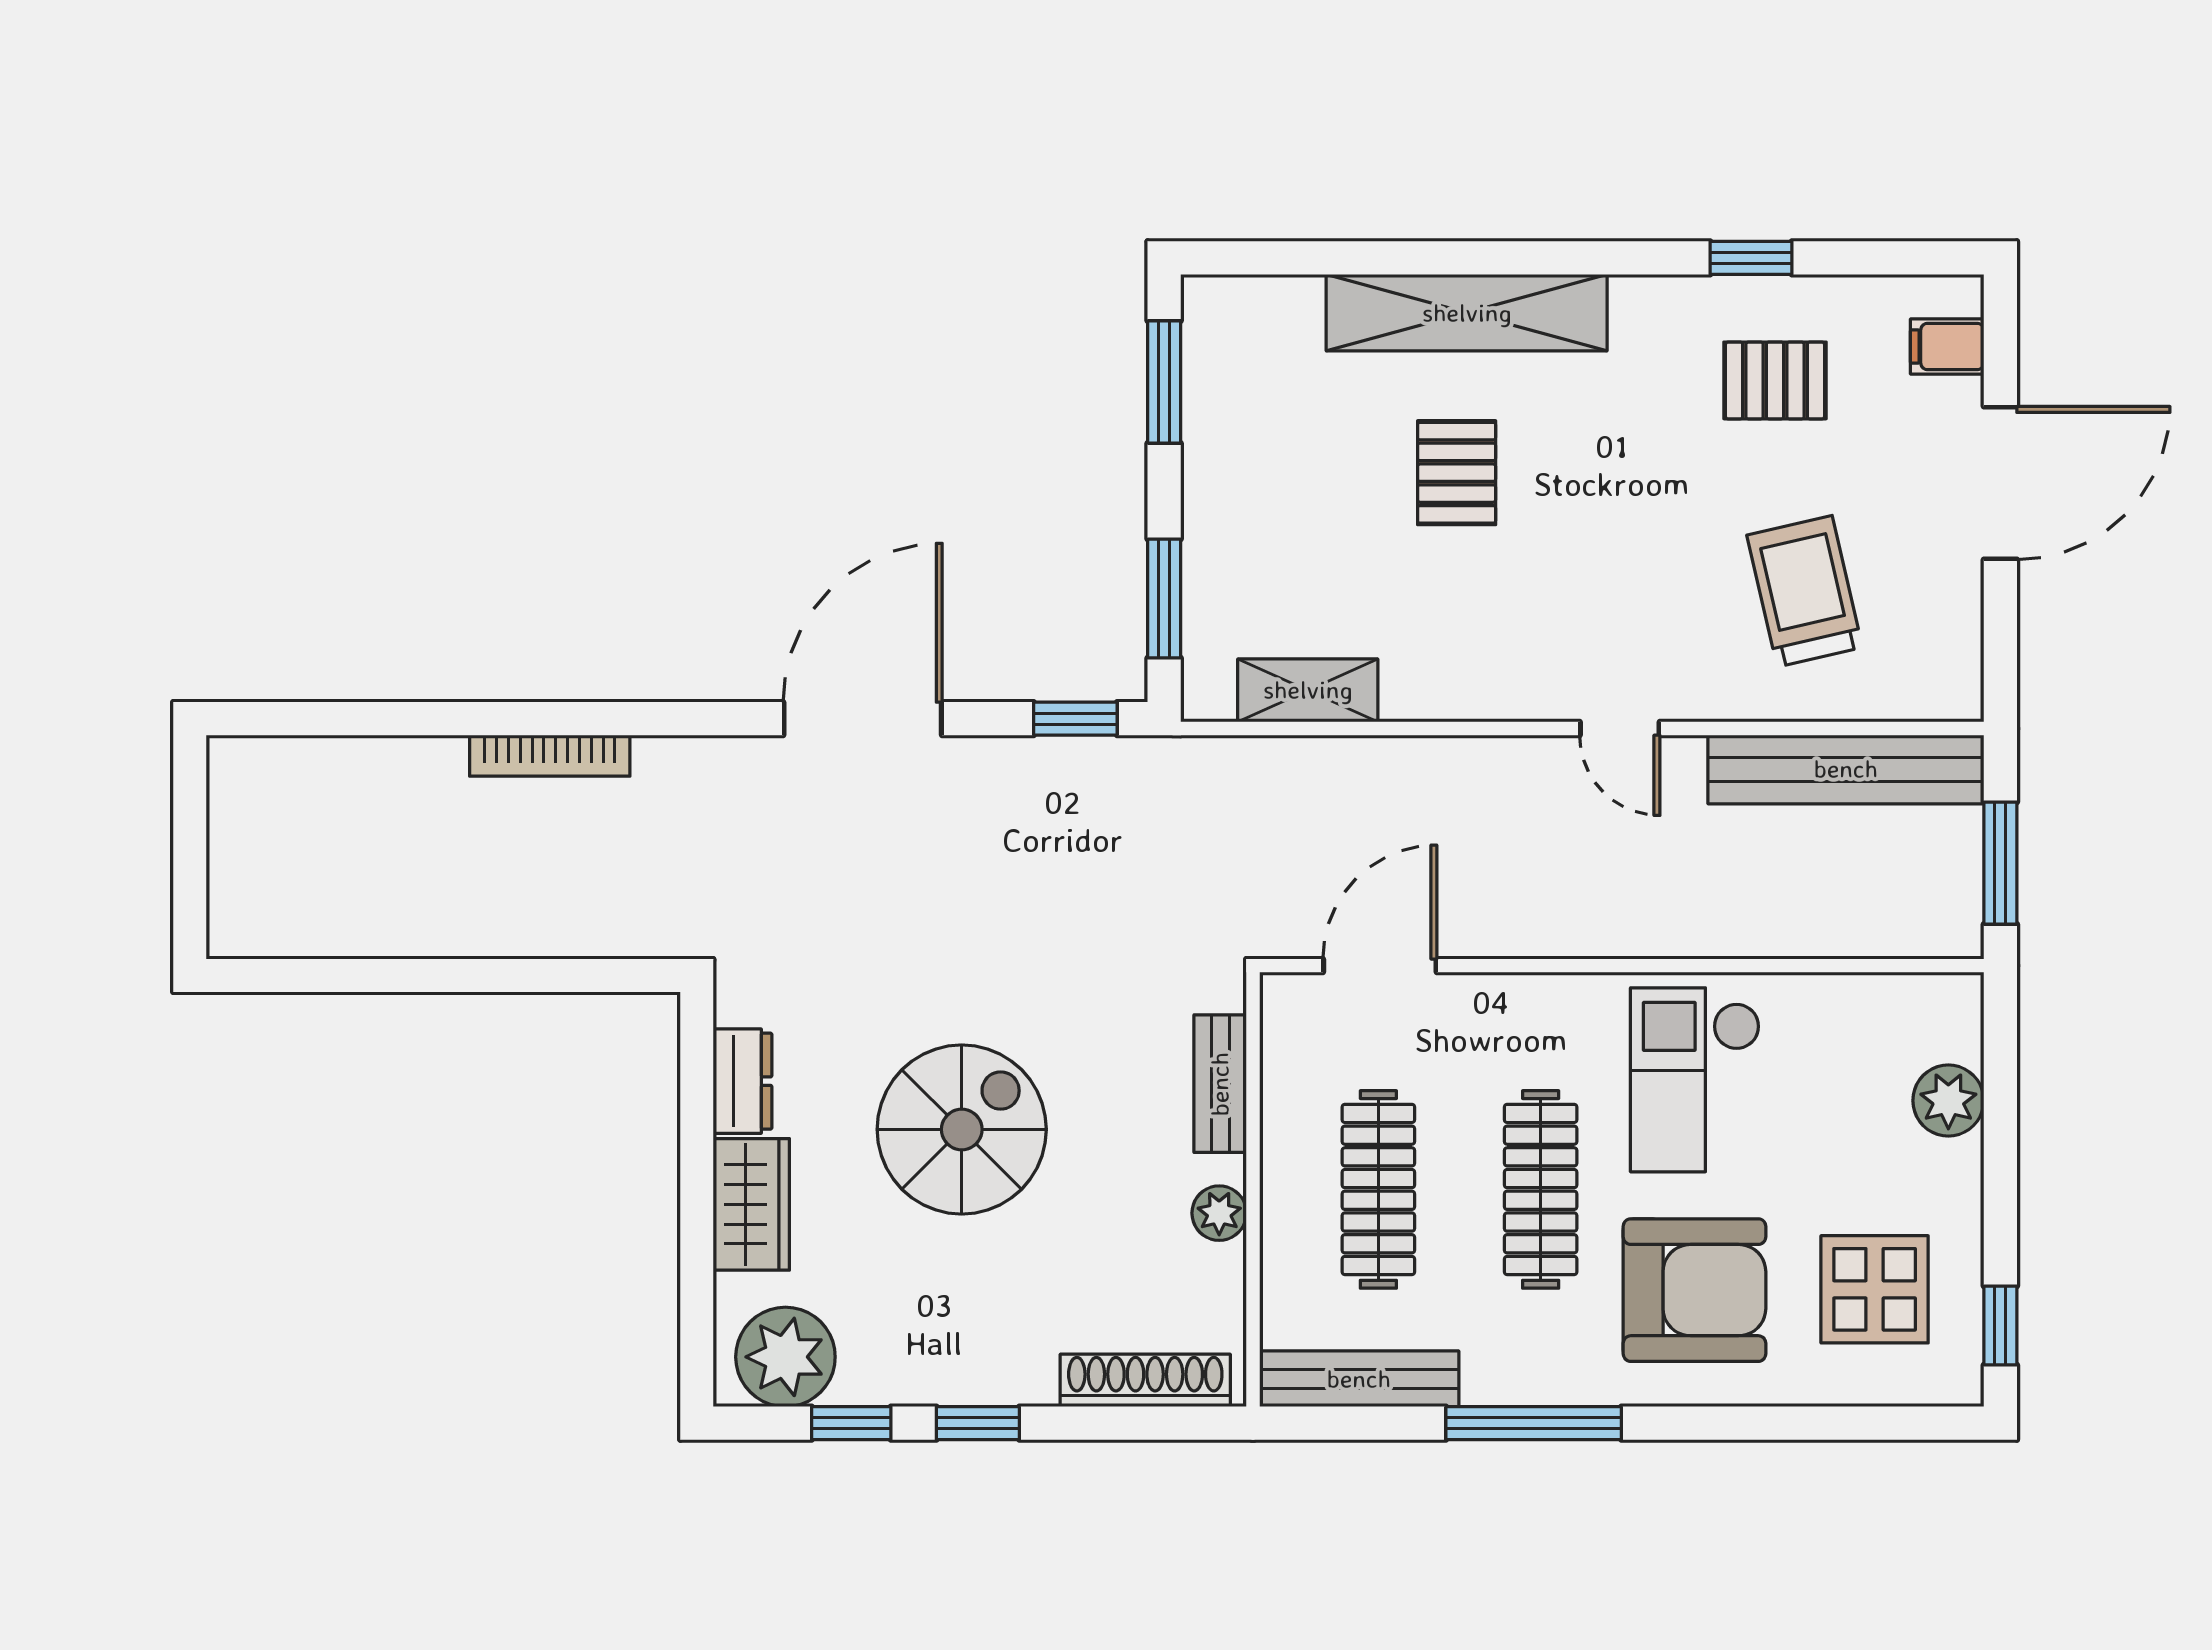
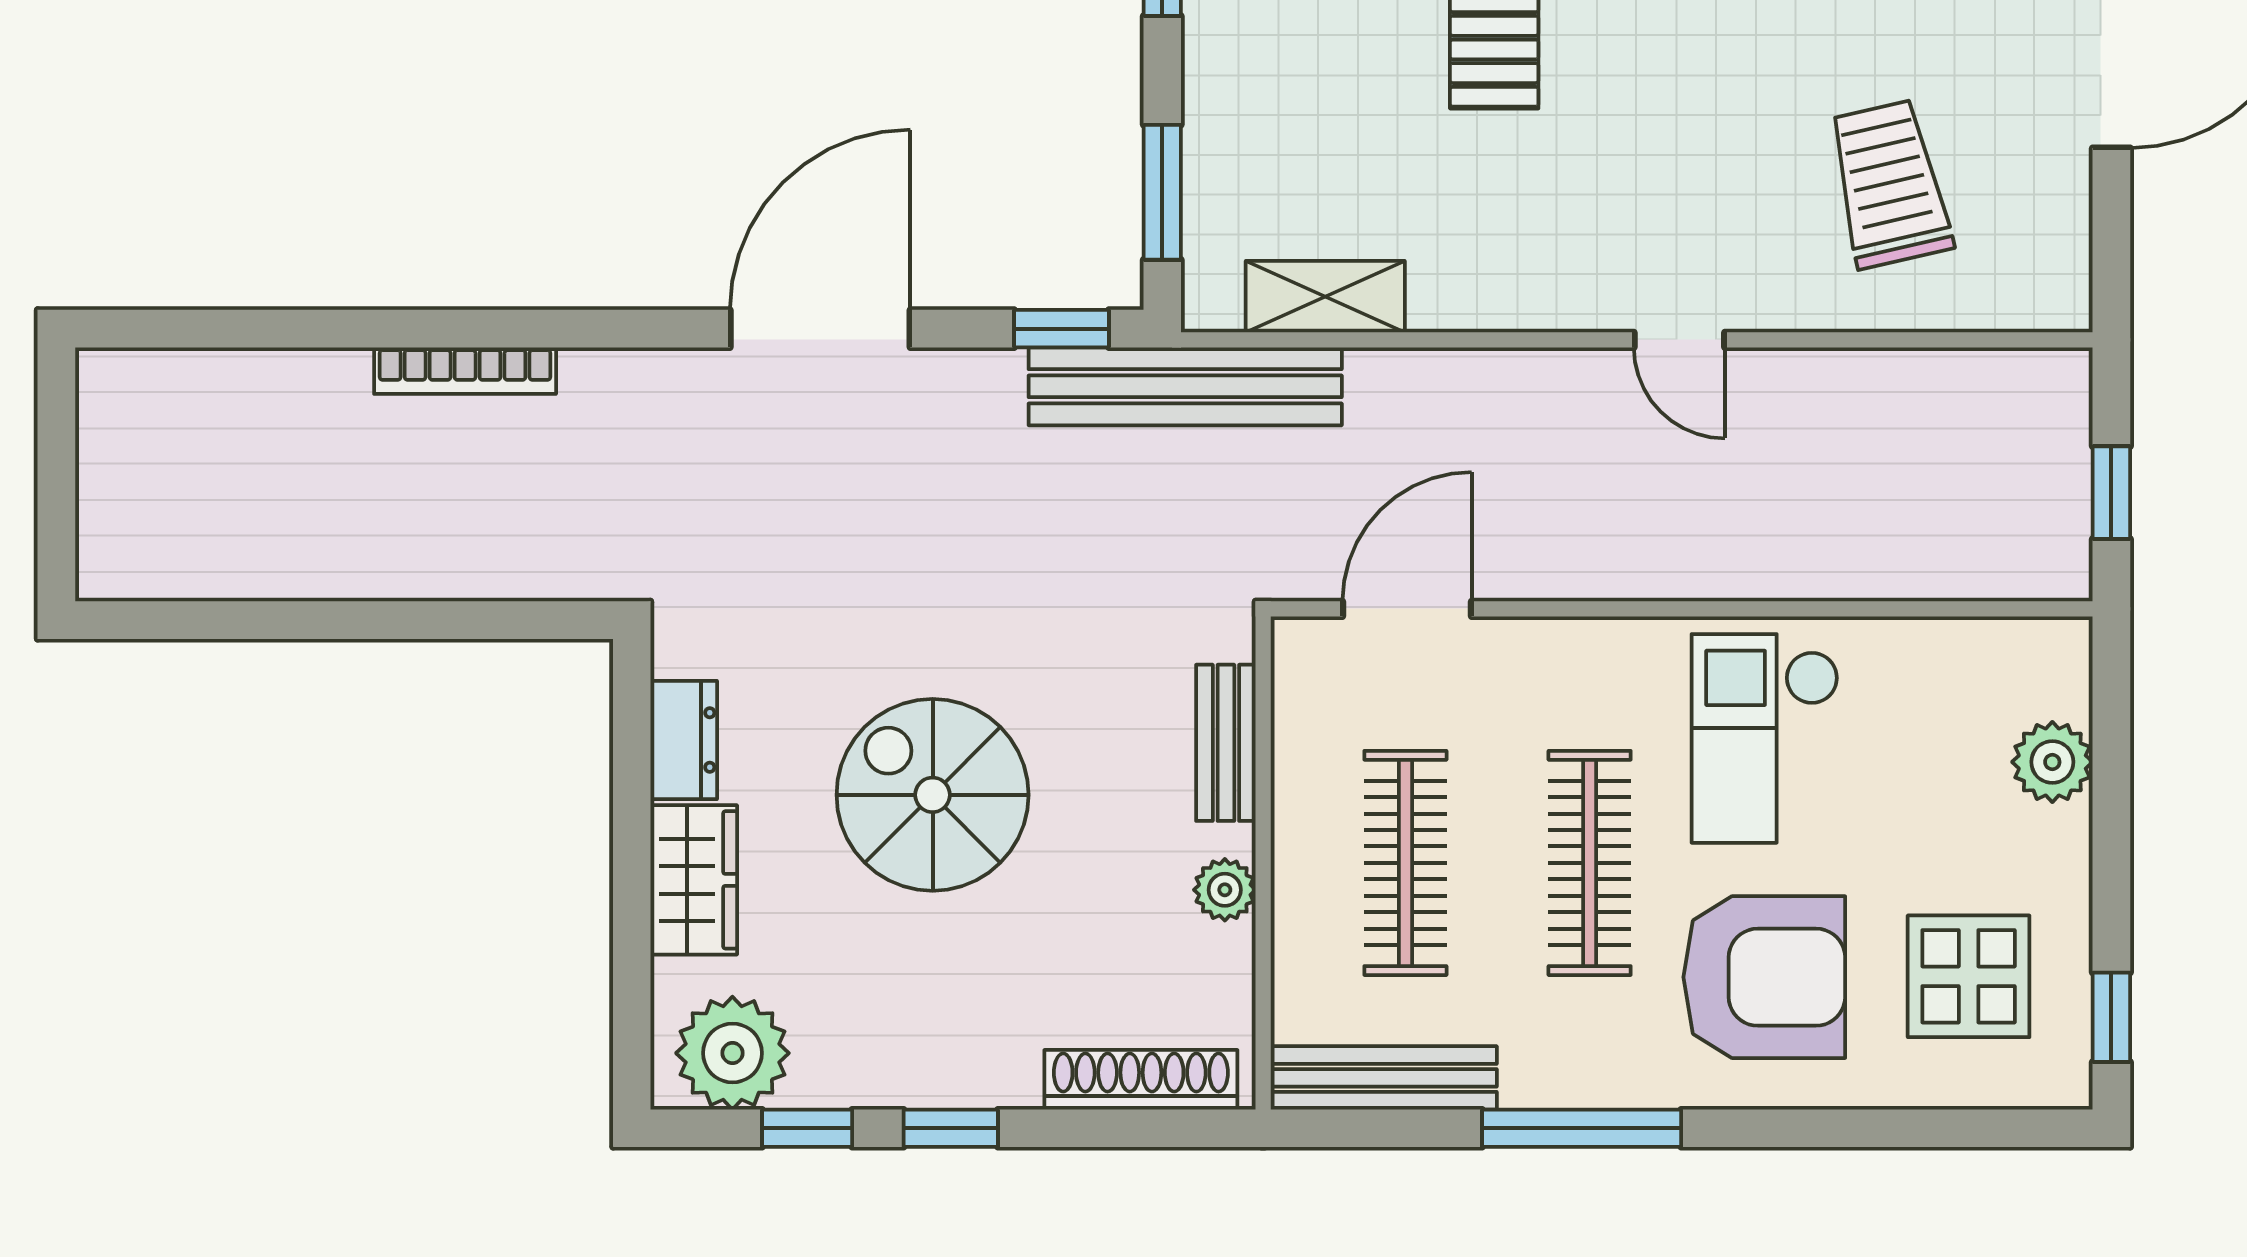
bench: (1846, 769) -> (1185, 386), moved
window: (2000, 863) -> (2111, 493), width x0.67
spiral stairs: (962, 1129) -> (933, 795), turned -90

